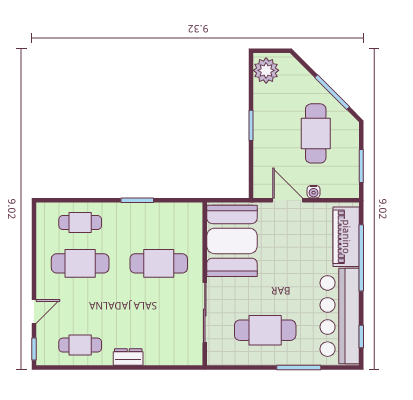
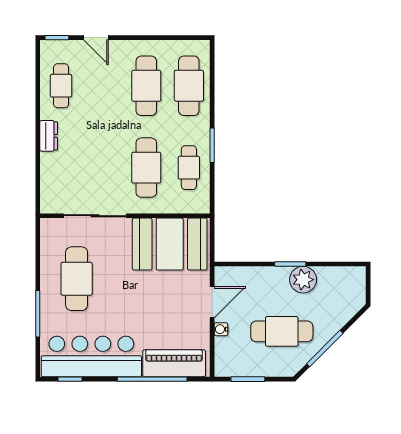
plant: (266, 70) -> (303, 280), moved
cafe table: (80, 223) -> (189, 86), width x1.37, depth x1.35
cafe table: (159, 223) -> (189, 168), added

